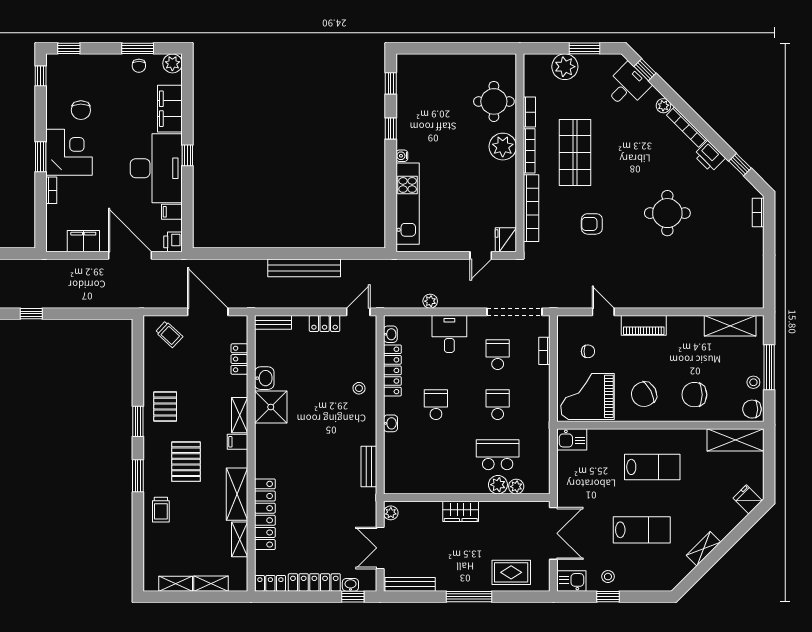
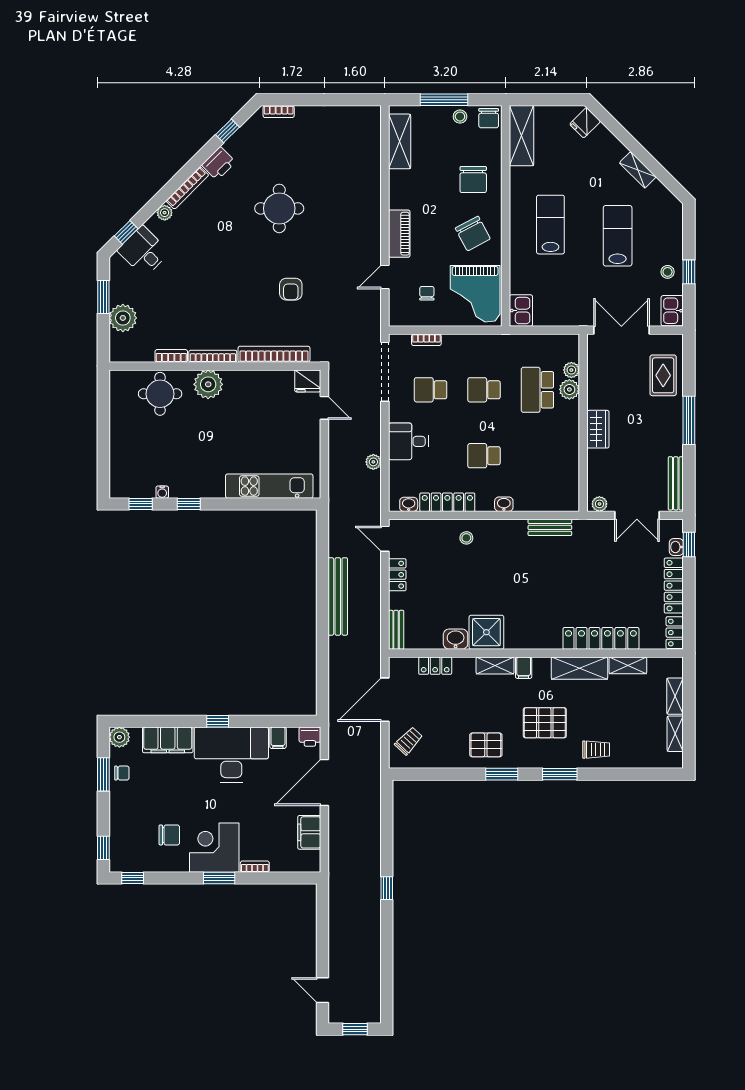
shop shelf: (575, 153) -> (215, 307), removed
water cooler: (402, 156) -> (162, 492), moved

